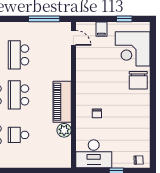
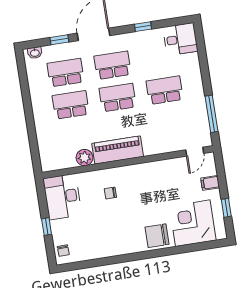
school desk: (18, 135) -> (71, 105), width x1.85

